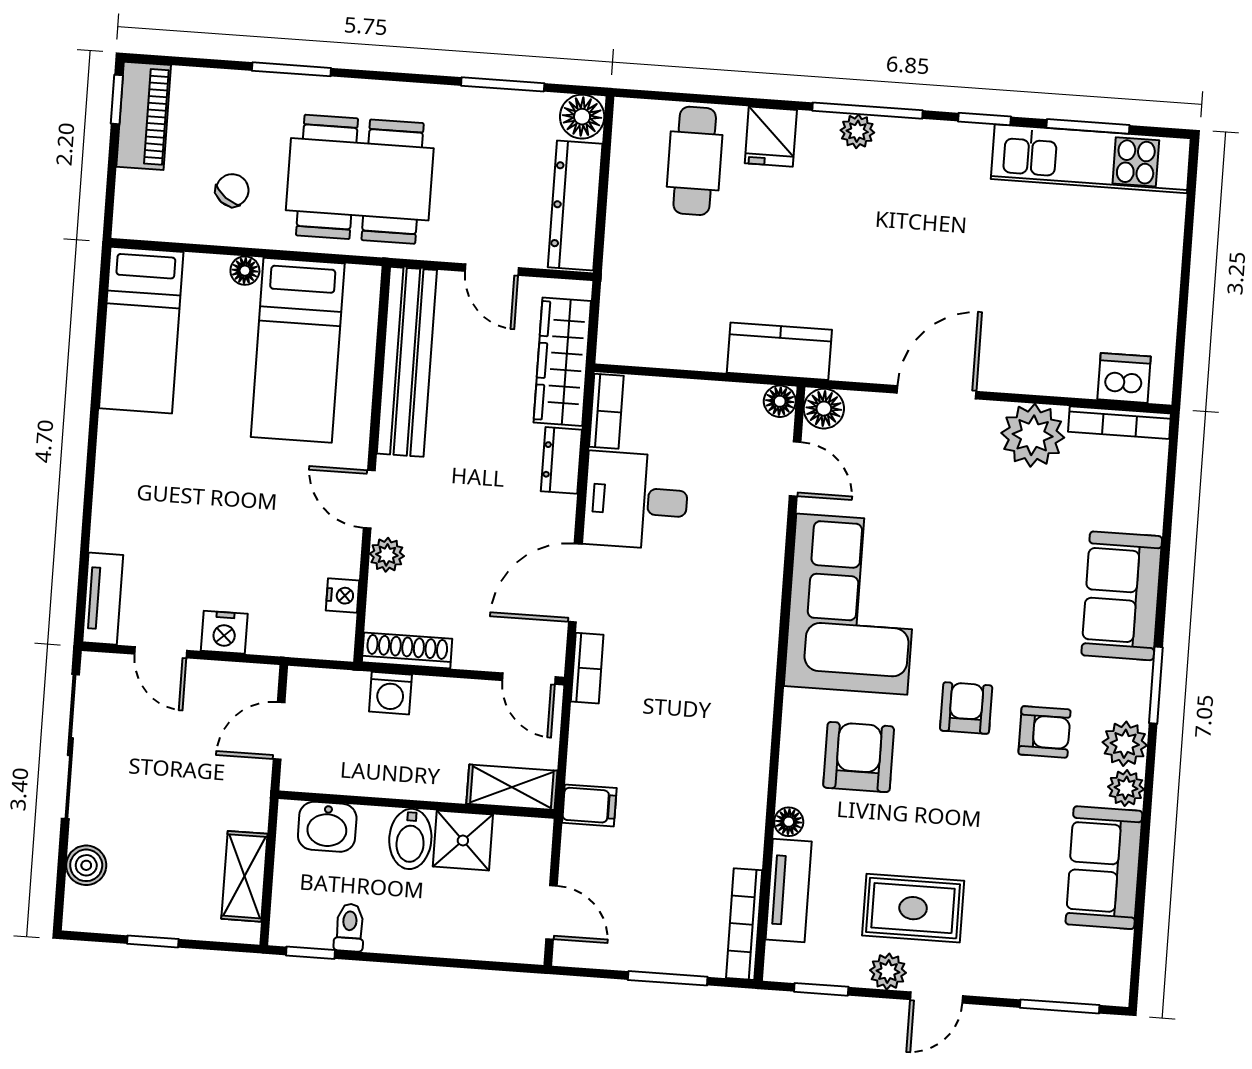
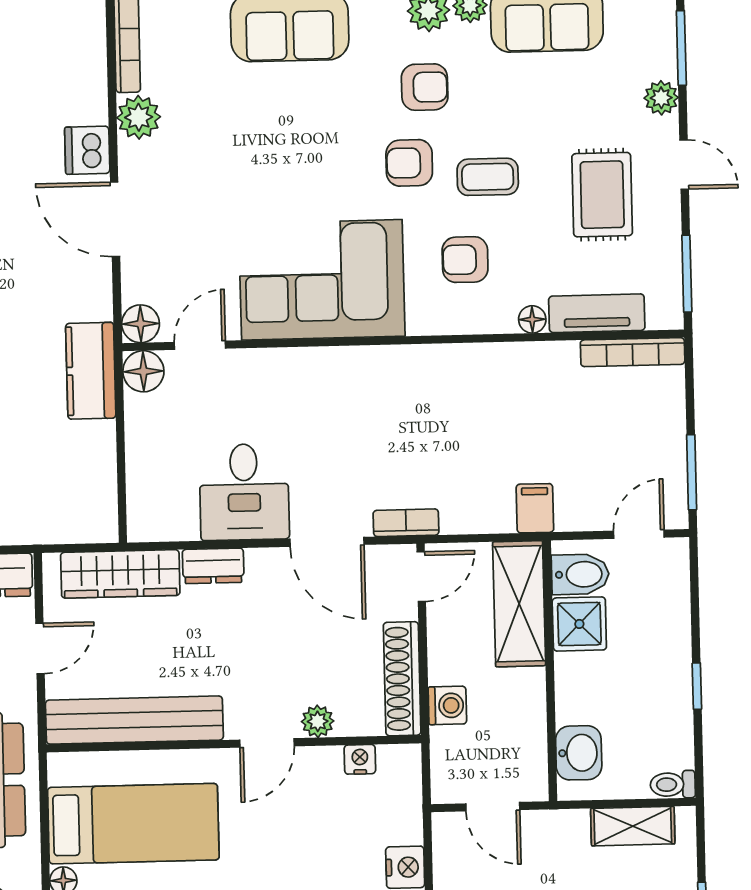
dishwasher: (1124, 378) -> (87, 150), moved
floor lamp: (780, 401) -> (143, 371), width x1.37, depth x1.37
bookcase: (606, 411) -> (163, 528), removed
plant: (1033, 435) -> (139, 117), width x0.73, depth x0.73
shoe rack: (407, 651) -> (402, 679), width x1.36, depth x1.24
armchair: (1044, 732) -> (425, 87), turned 90
armchair: (859, 757) -> (465, 260), width x0.72, depth x0.72
shelving: (512, 787) -> (519, 604), width x1.50, depth x1.33
coffee table: (943, 789) -> (488, 177), added
bidet: (410, 839) -> (580, 574), moved
toilet: (349, 927) -> (673, 784), moved
window: (311, 953) -> (697, 686), moved
plant: (888, 972) -> (661, 98), moved
window: (668, 978) -> (692, 472), moved
window: (821, 989) -> (687, 274), width x1.50

